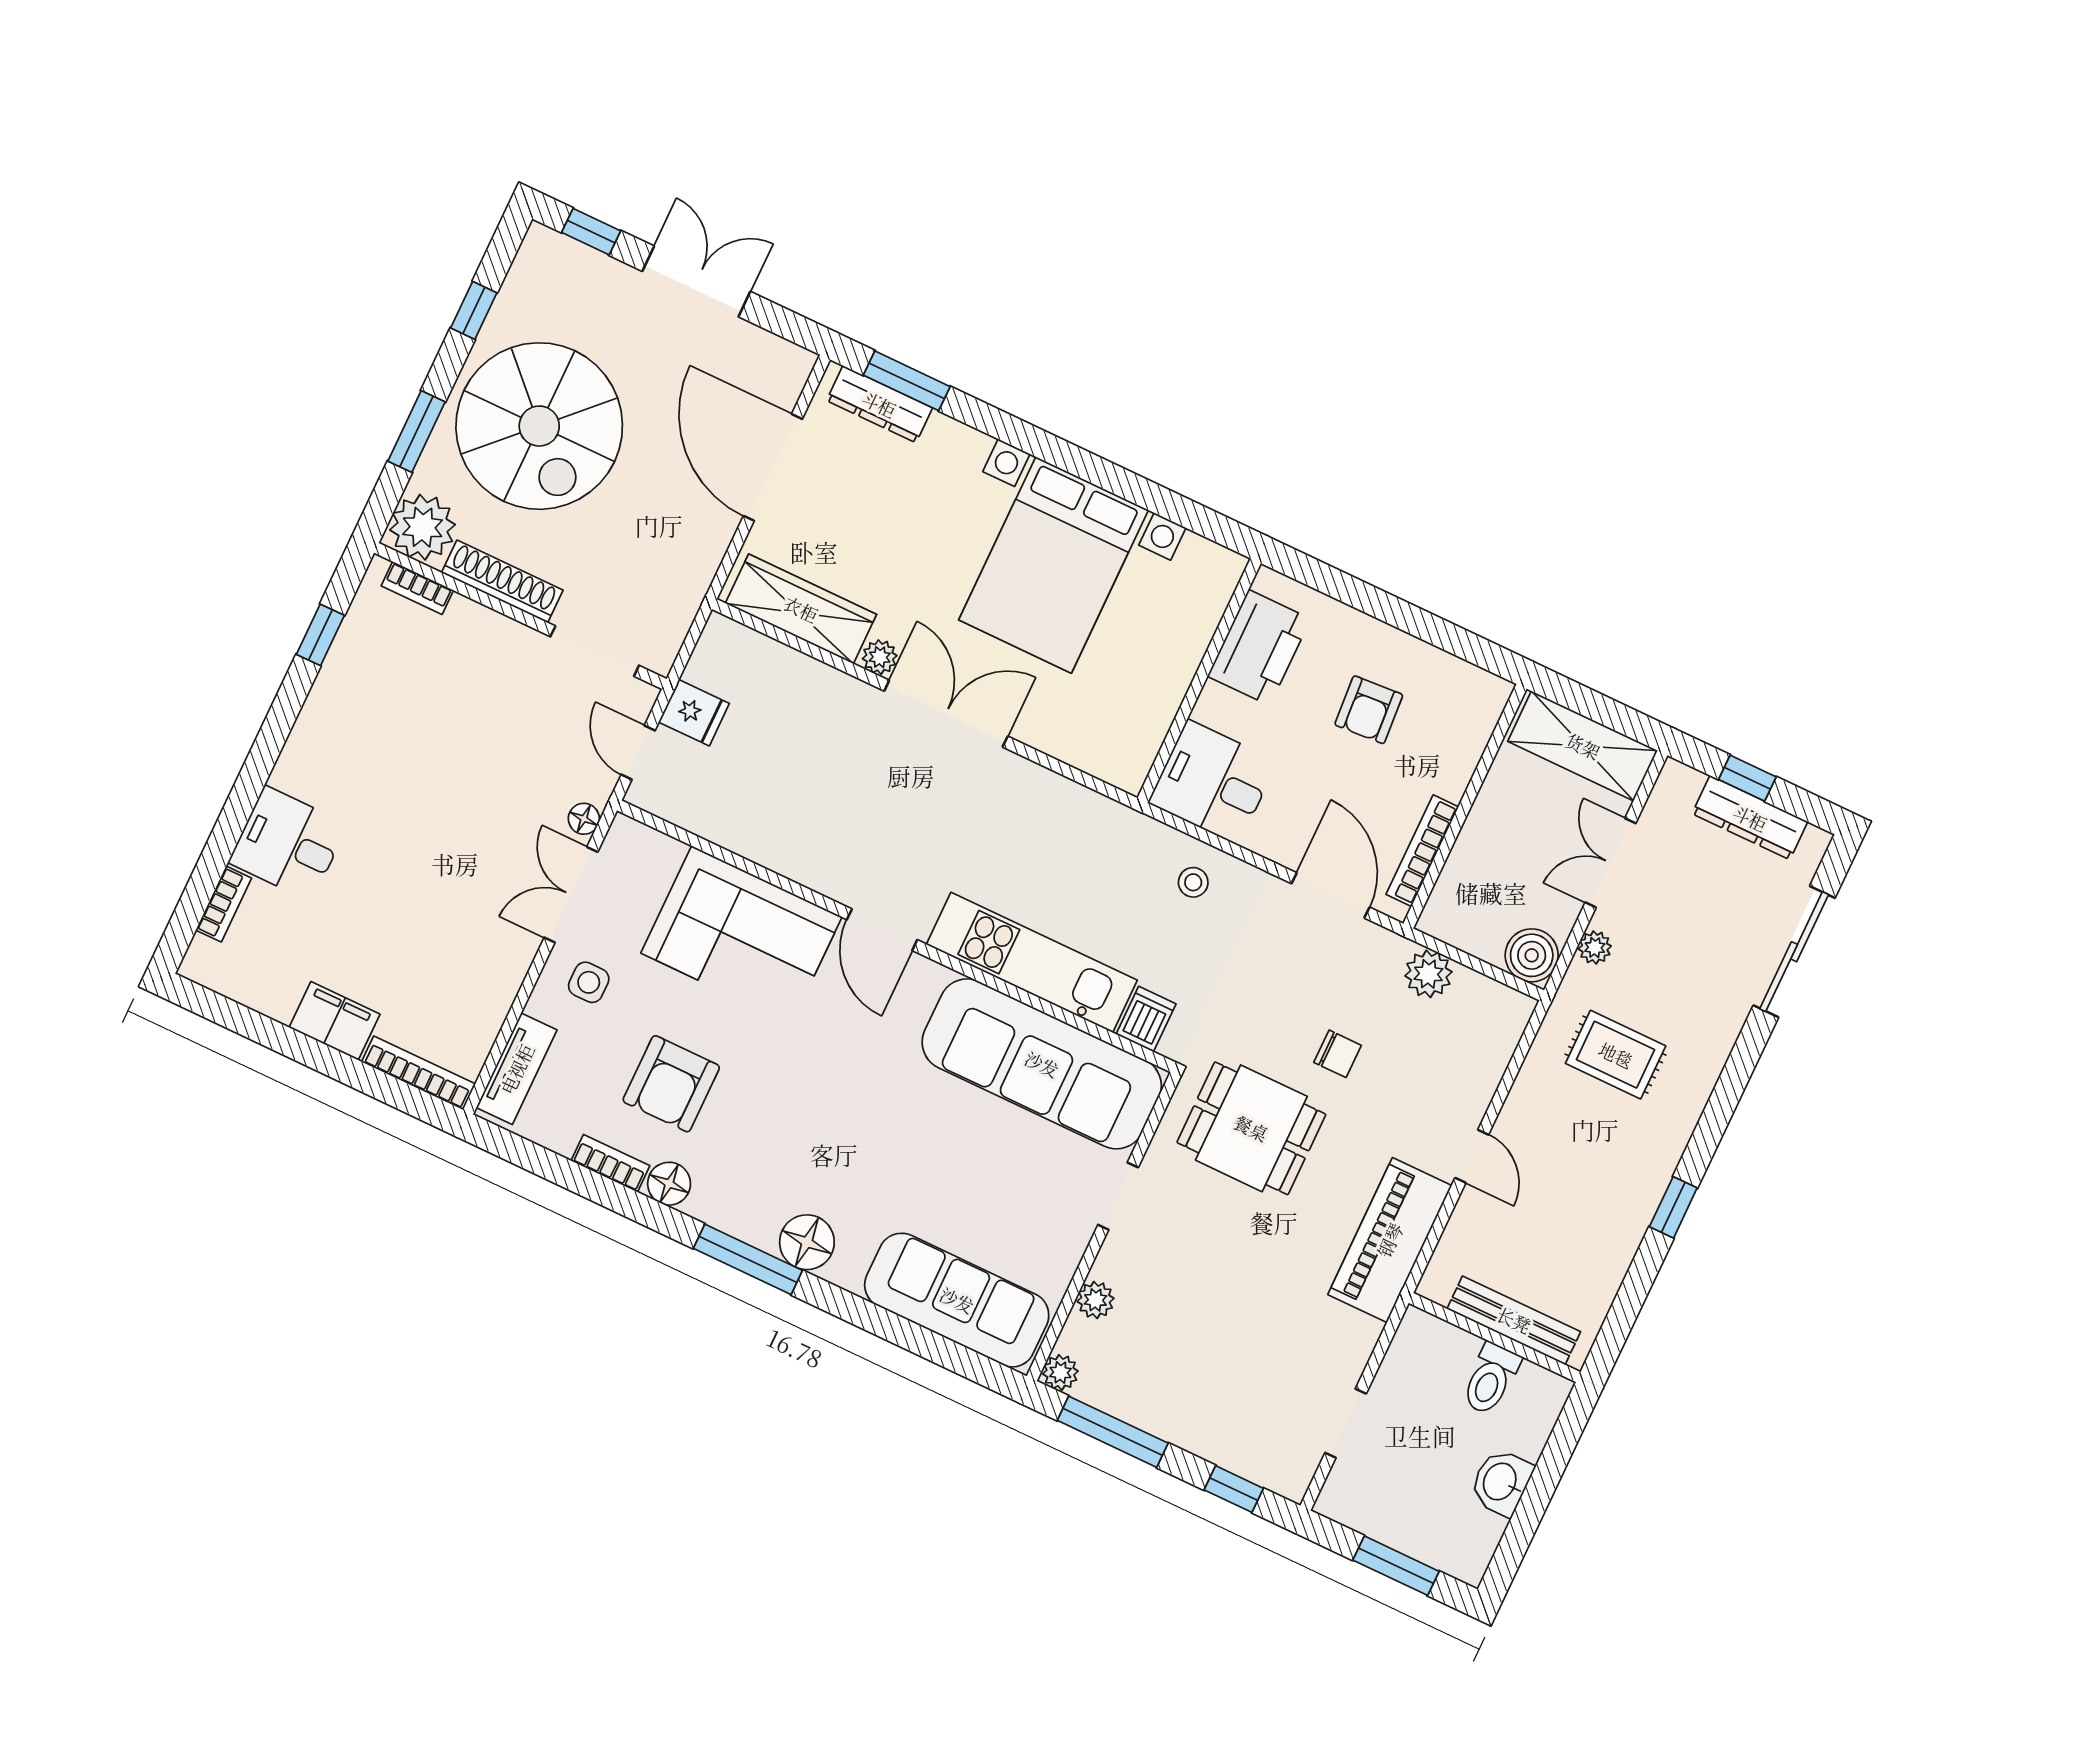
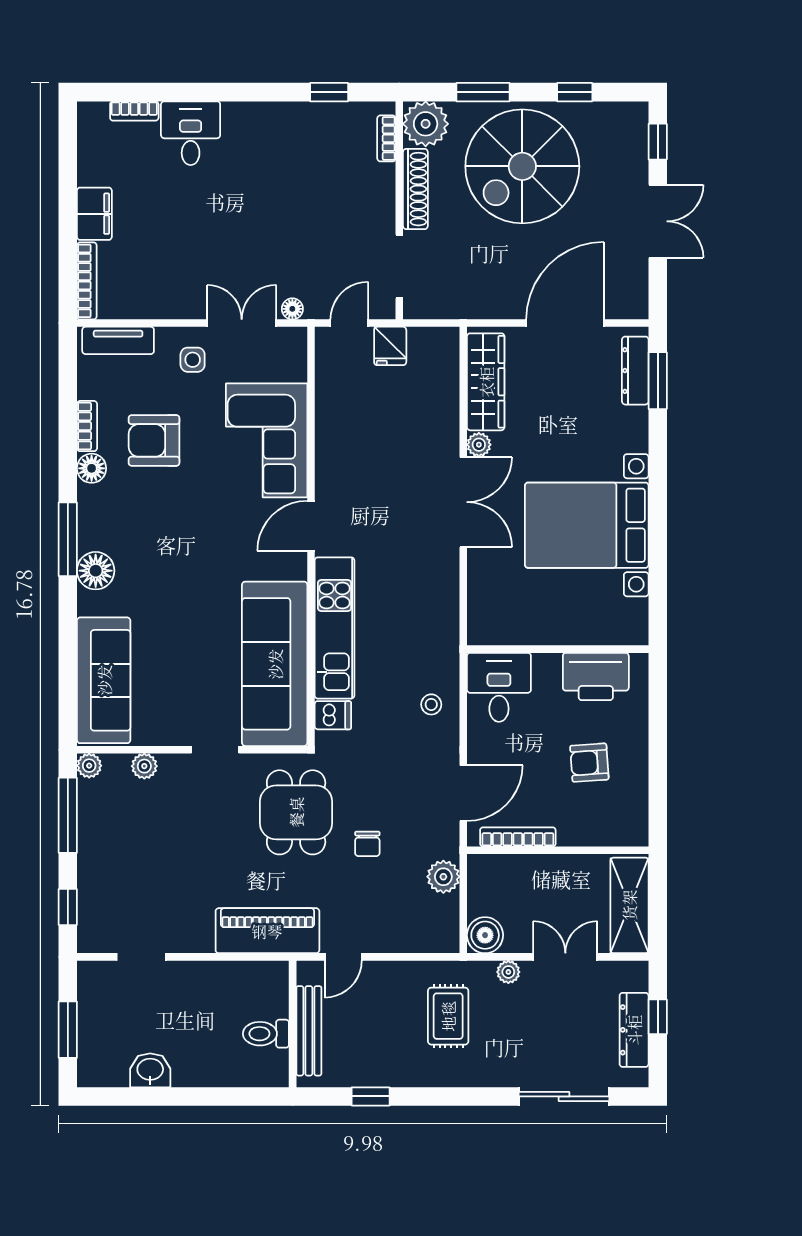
bench: (1514, 1320) -> (309, 1031), moved
wall: (1495, 1337) -> (293, 1024), moved
toilet: (1491, 1379) -> (266, 1034), moved

